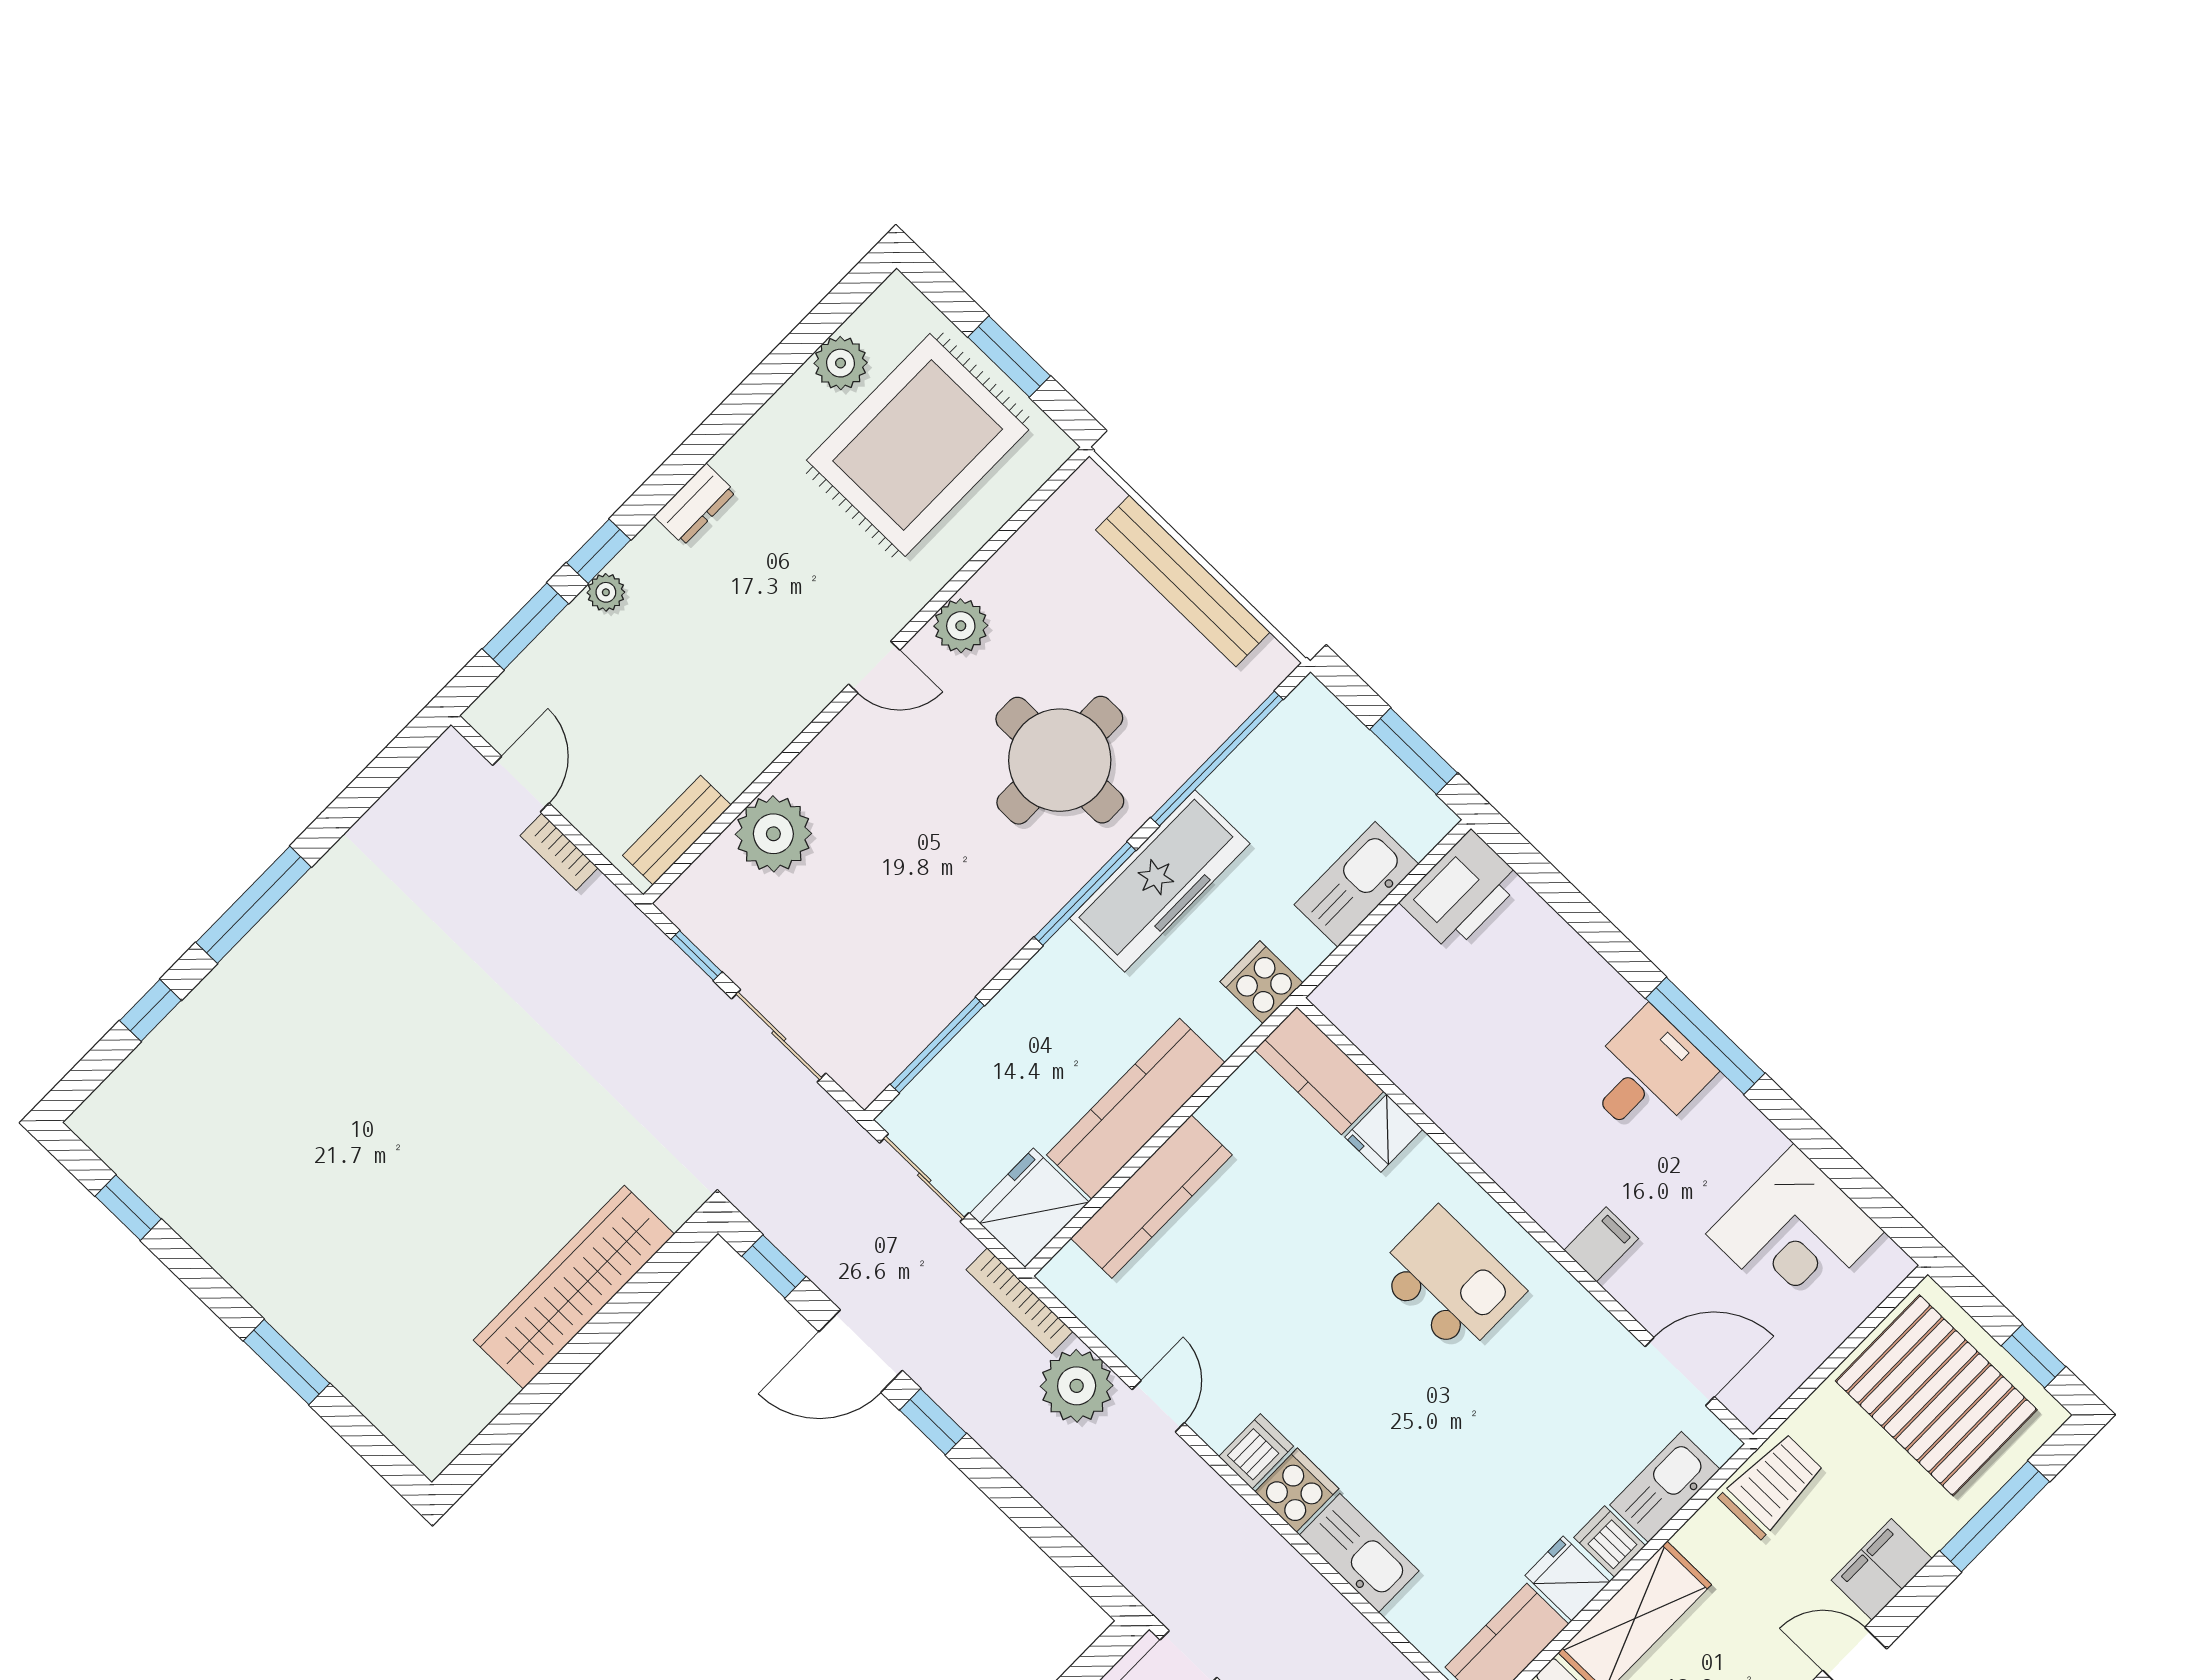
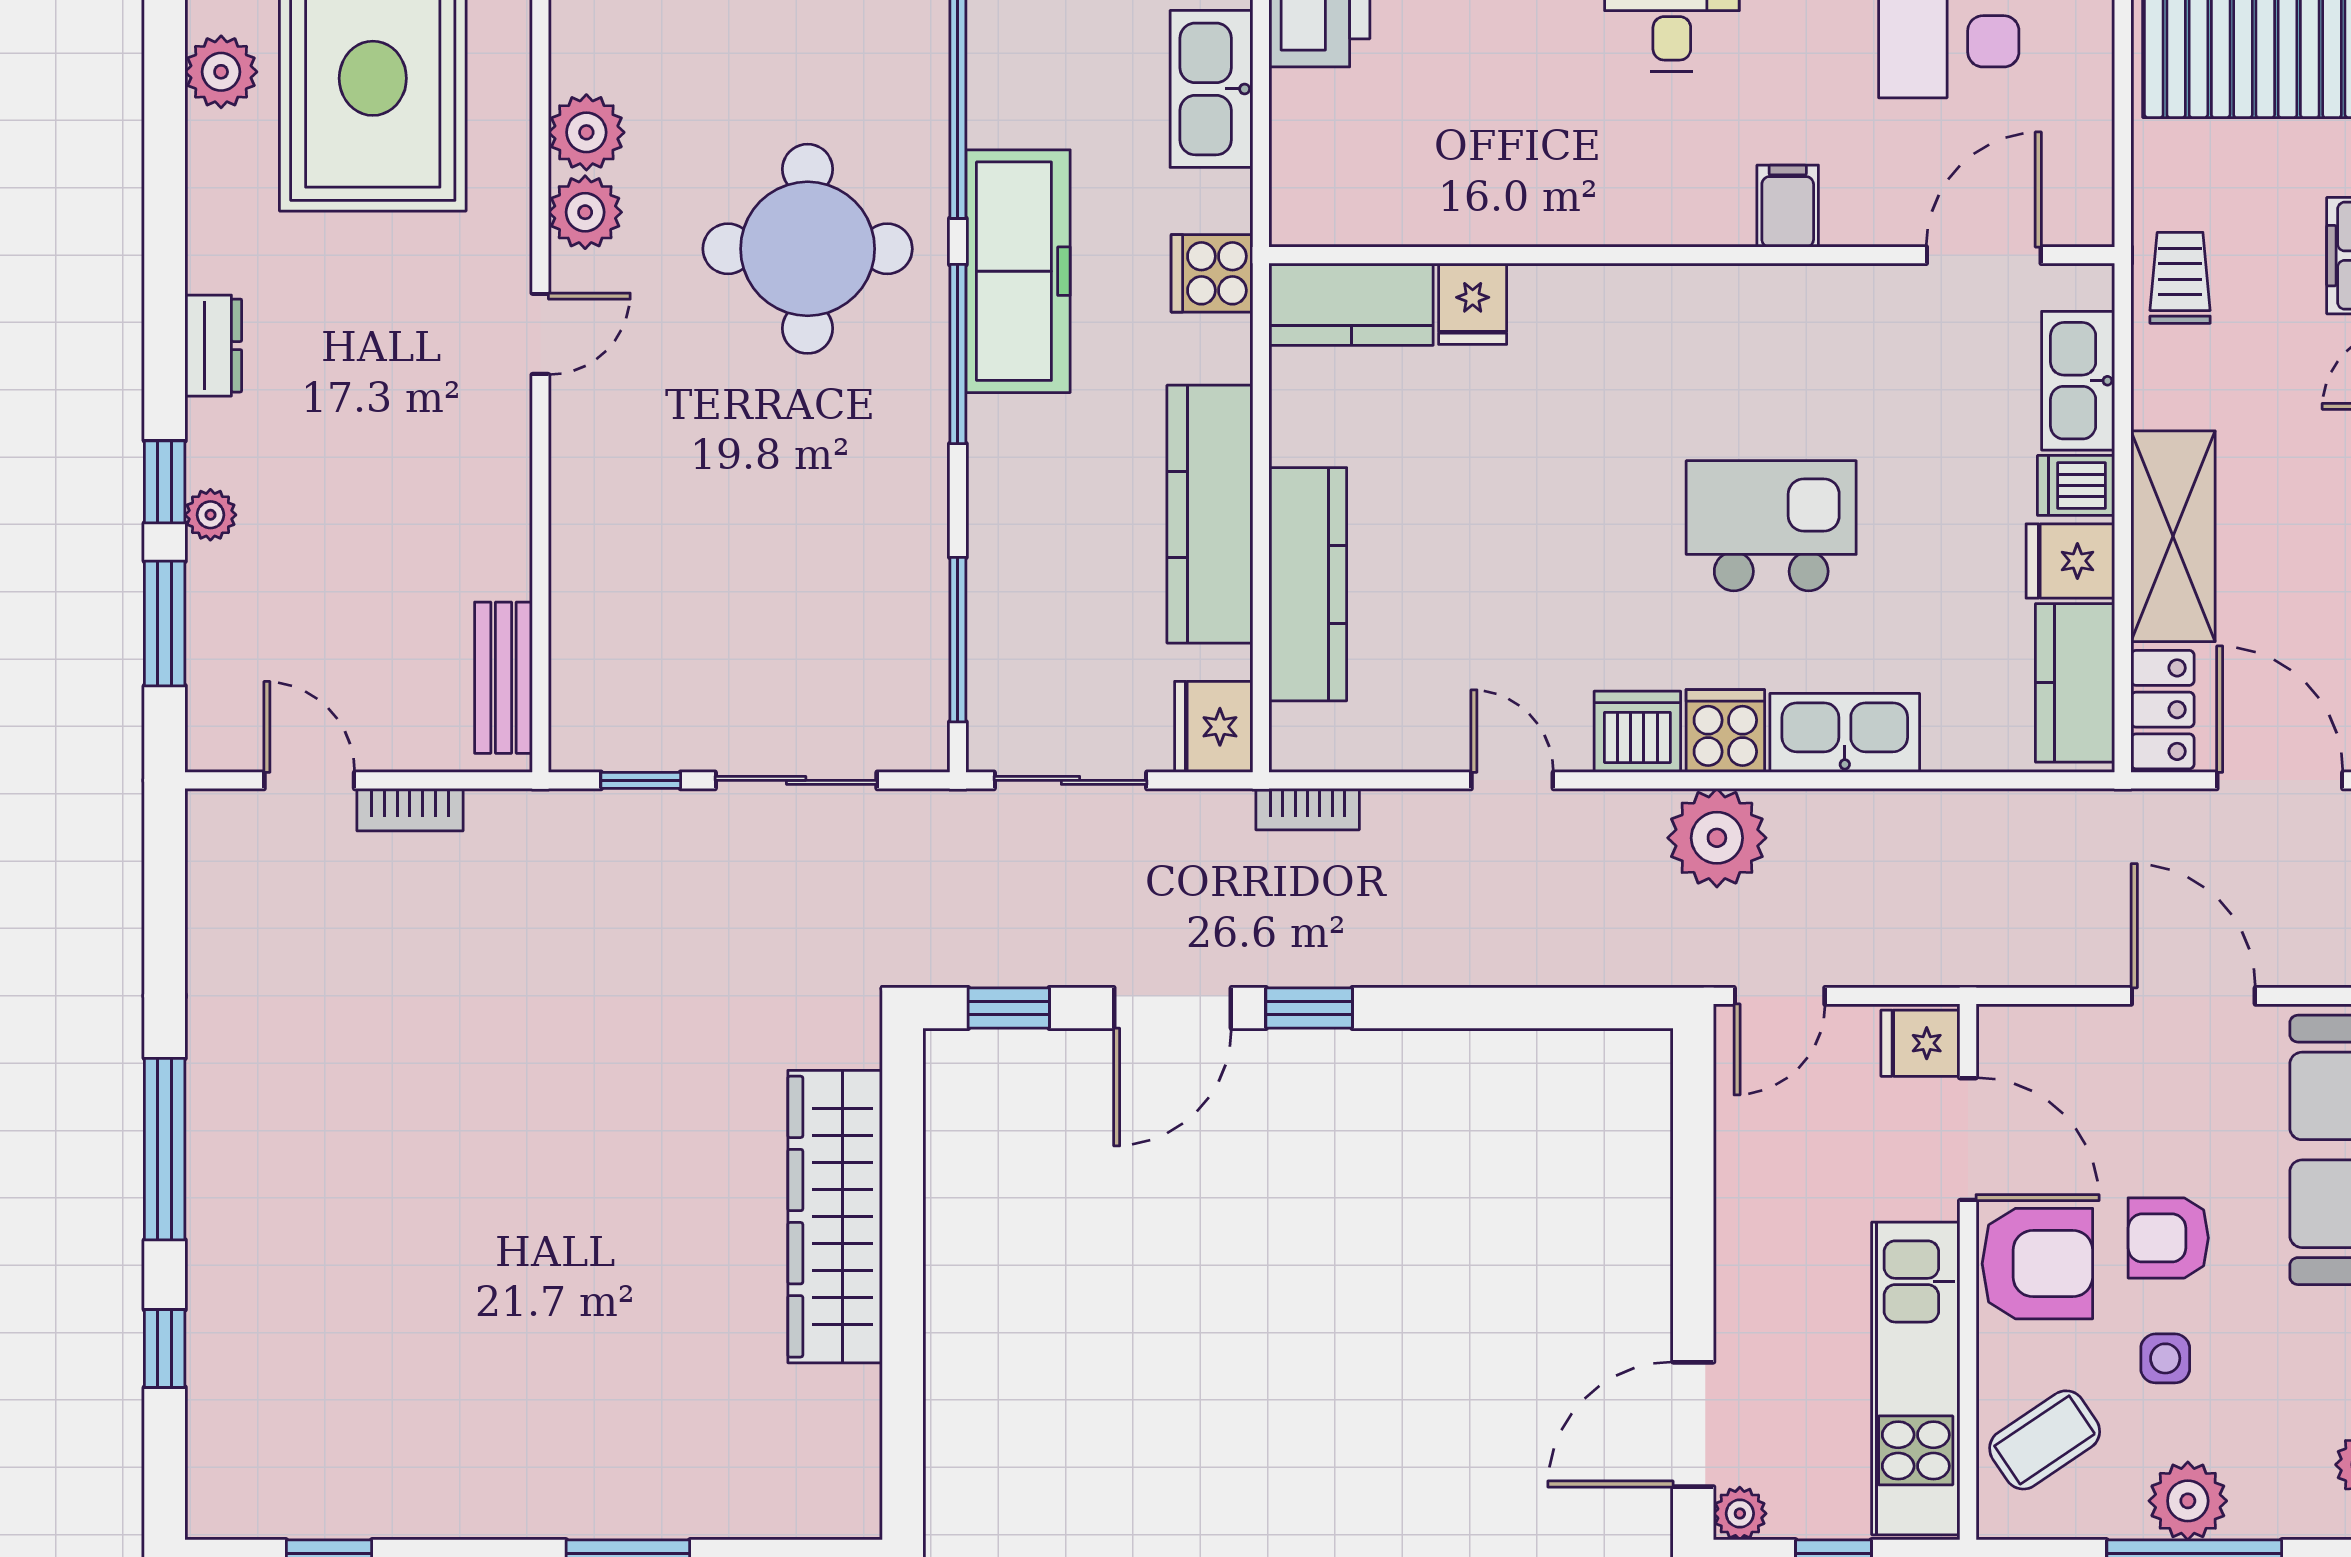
plant: (773, 834) -> (586, 132), moved, width x0.73, depth x0.73
fridge: (1029, 1208) -> (1214, 727), width x0.73, depth x0.75
kitchen island: (1450, 1281) -> (1771, 526), moved
bookcase: (1020, 1301) -> (1308, 809), width x0.64
plant: (1077, 1386) -> (1717, 838), moved
dishwasher: (1256, 1451) -> (1637, 732), width x1.38
trolley: (1772, 1485) -> (2180, 278), width x0.73, depth x0.72

